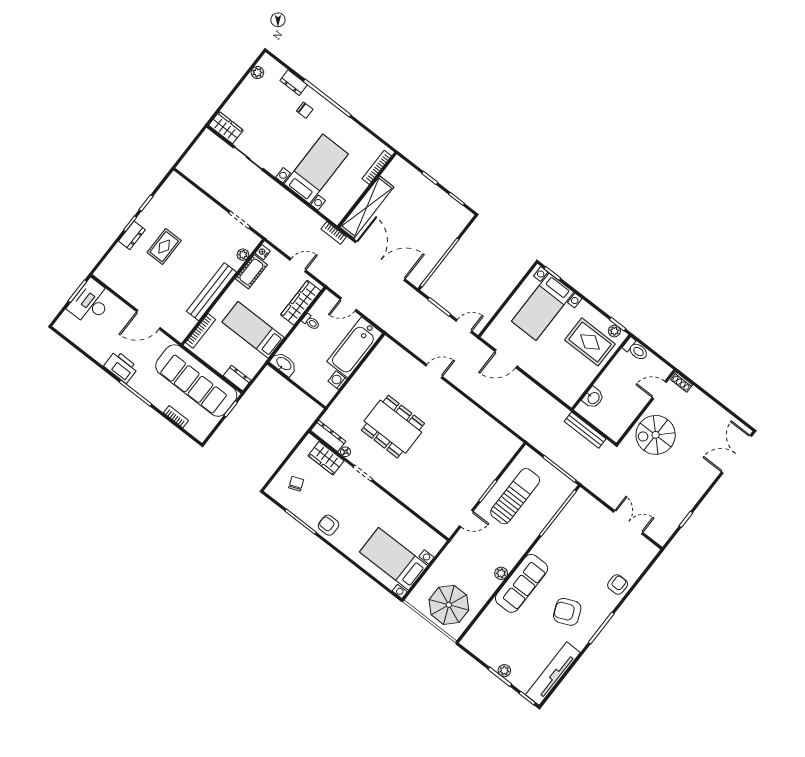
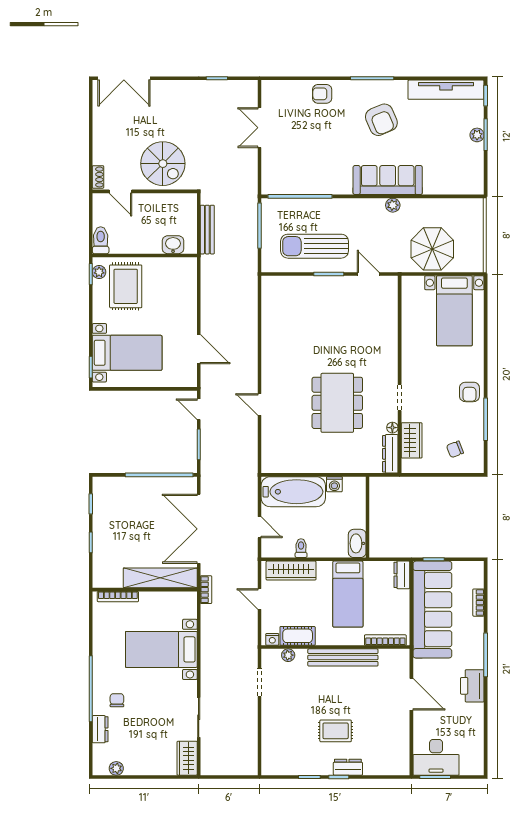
parasol: (449, 605) -> (432, 249), moved

